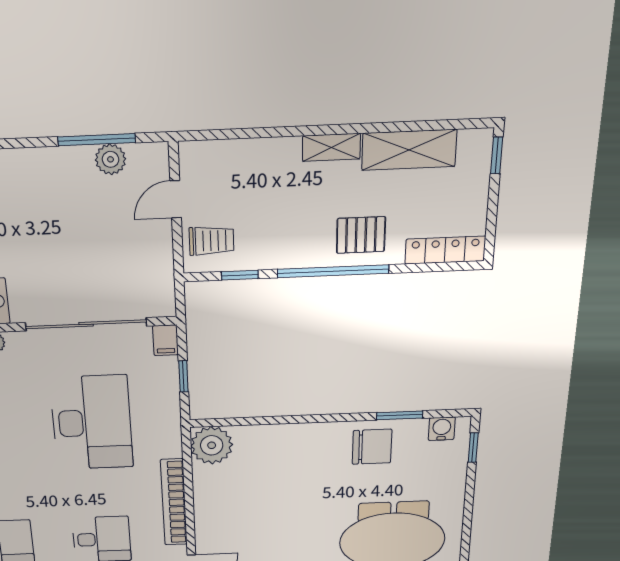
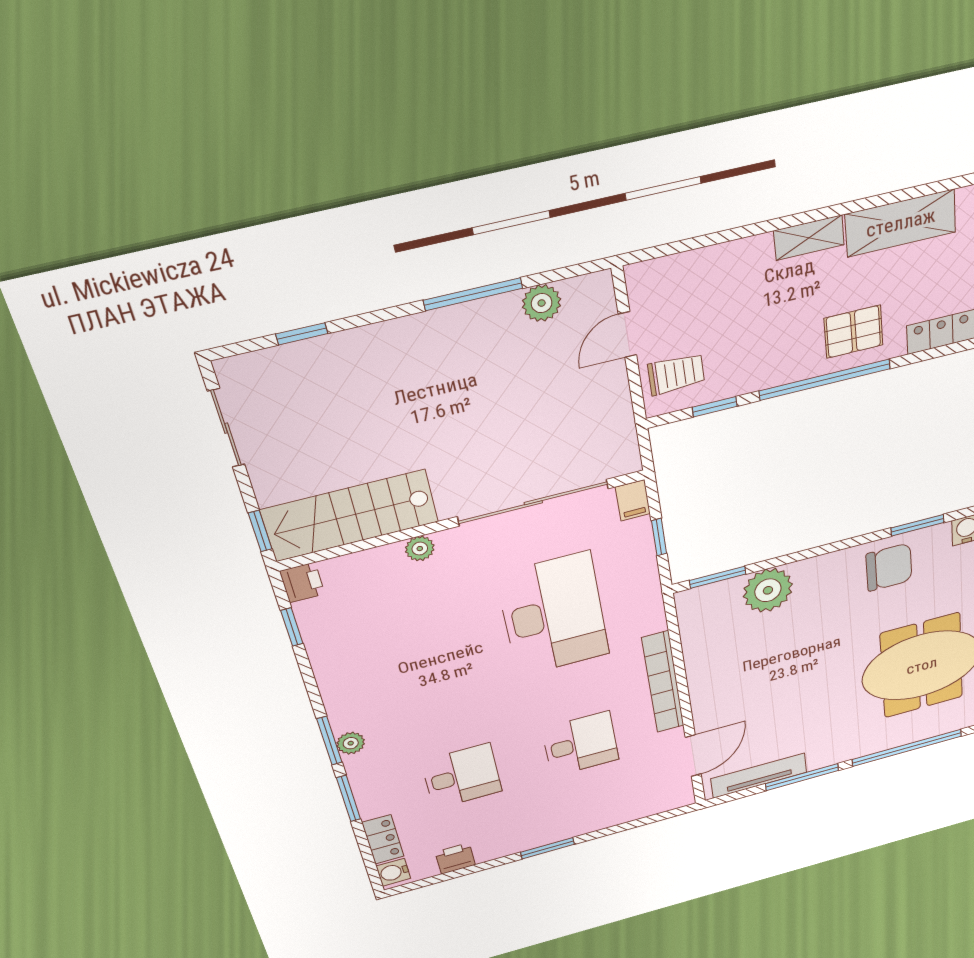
window: (97, 140) -> (473, 294), moved
window: (228, 422) -> (718, 577), added
plant: (212, 445) -> (768, 590), moved

